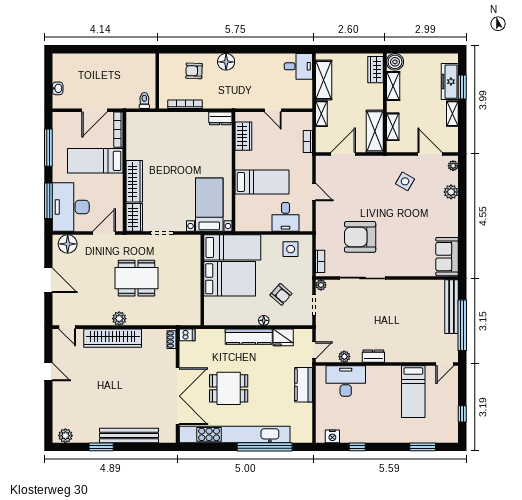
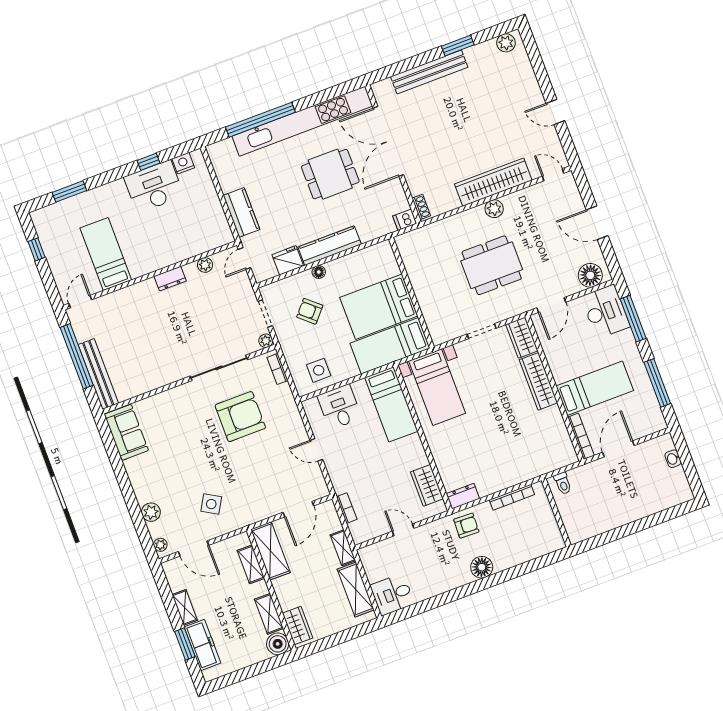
armchair: (194, 71) -> (466, 526), moved
bed: (262, 182) -> (391, 404), moved, turned -90
desk: (71, 207) -> (605, 312), width x0.73, depth x0.77
desk: (346, 381) -> (154, 187), moved, turned 180

